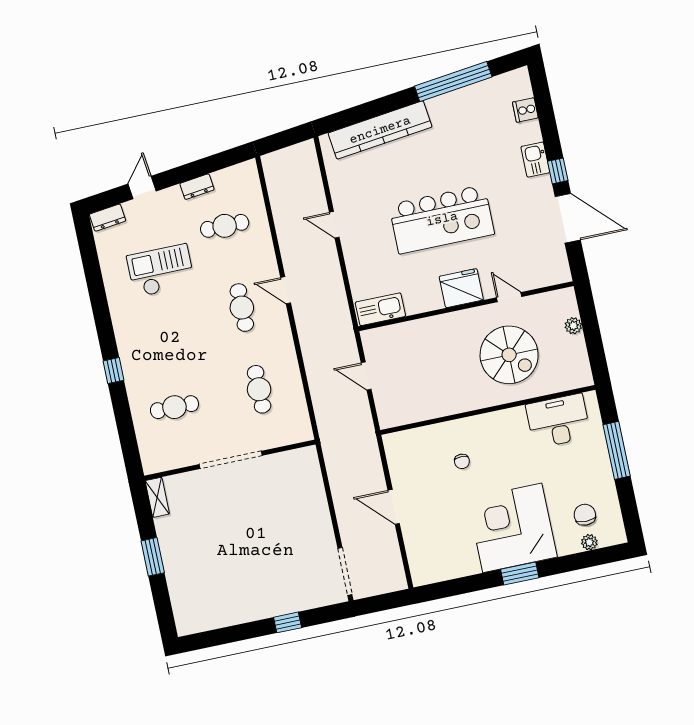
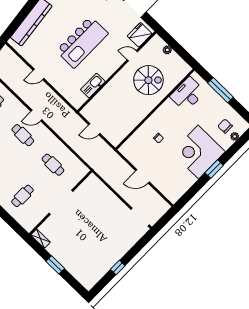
fridge: (461, 288) -> (140, 35), moved
kitchen sink: (380, 309) -> (93, 86), moved
window: (288, 622) -> (118, 268), moved

